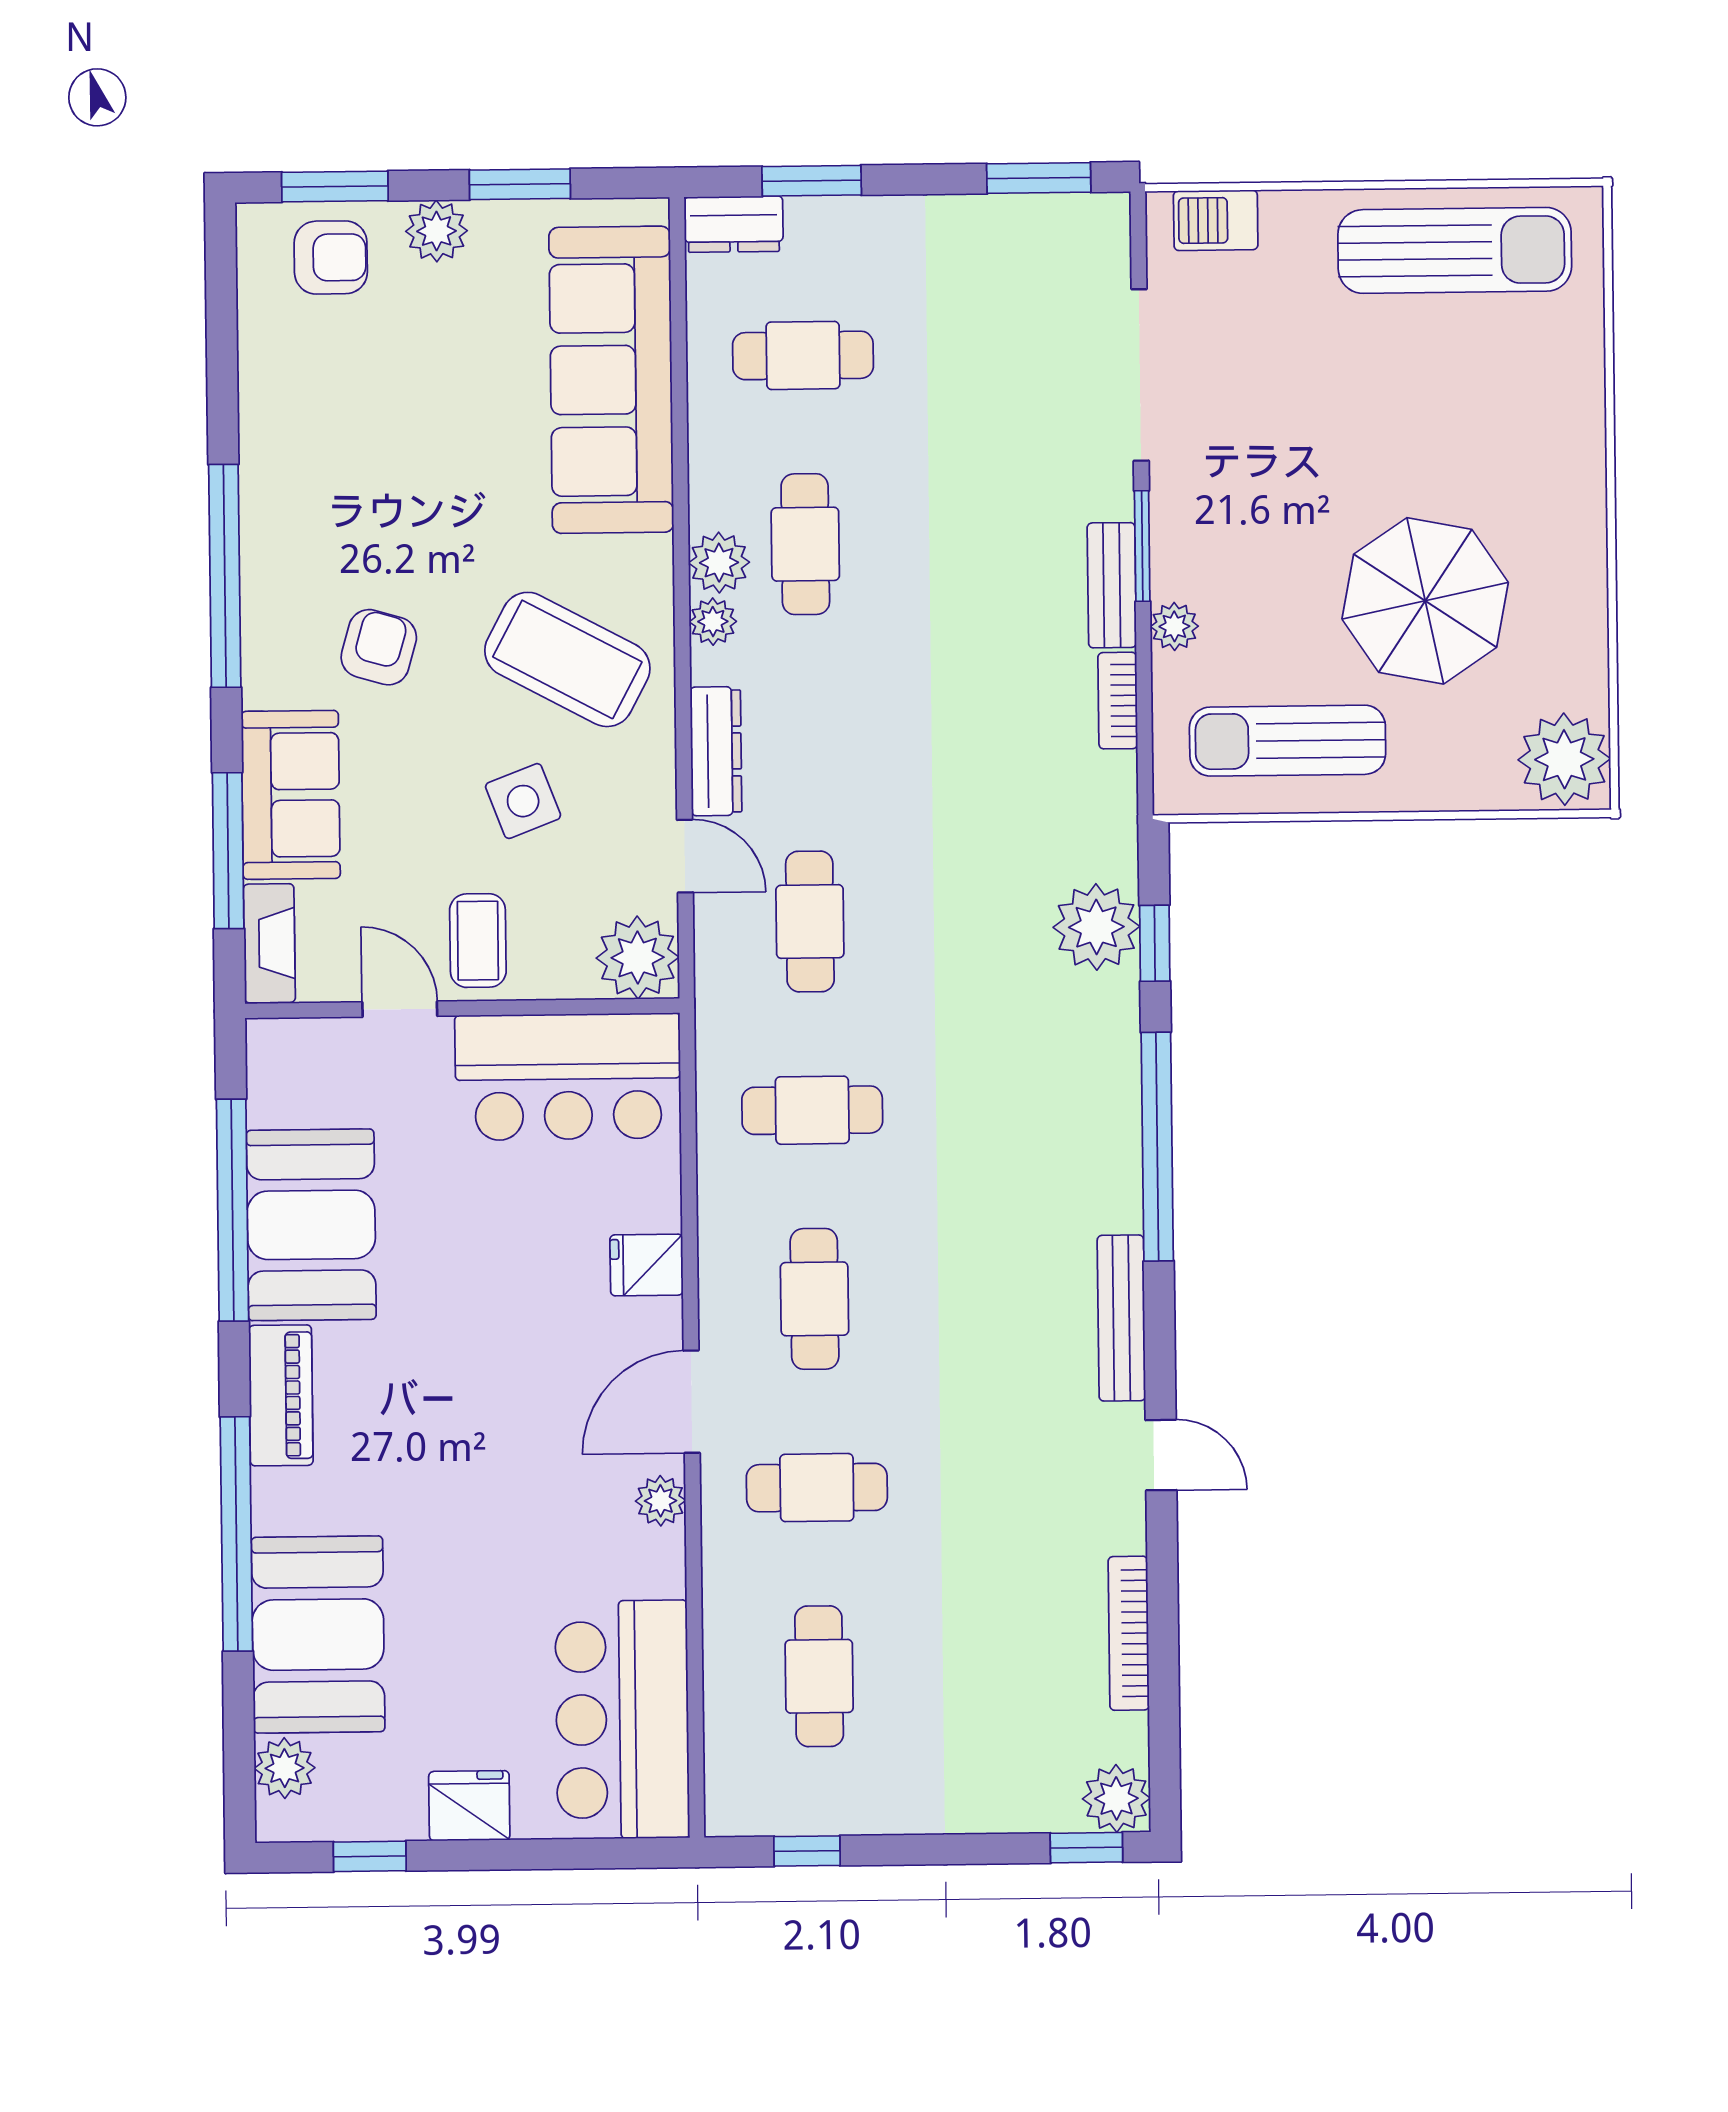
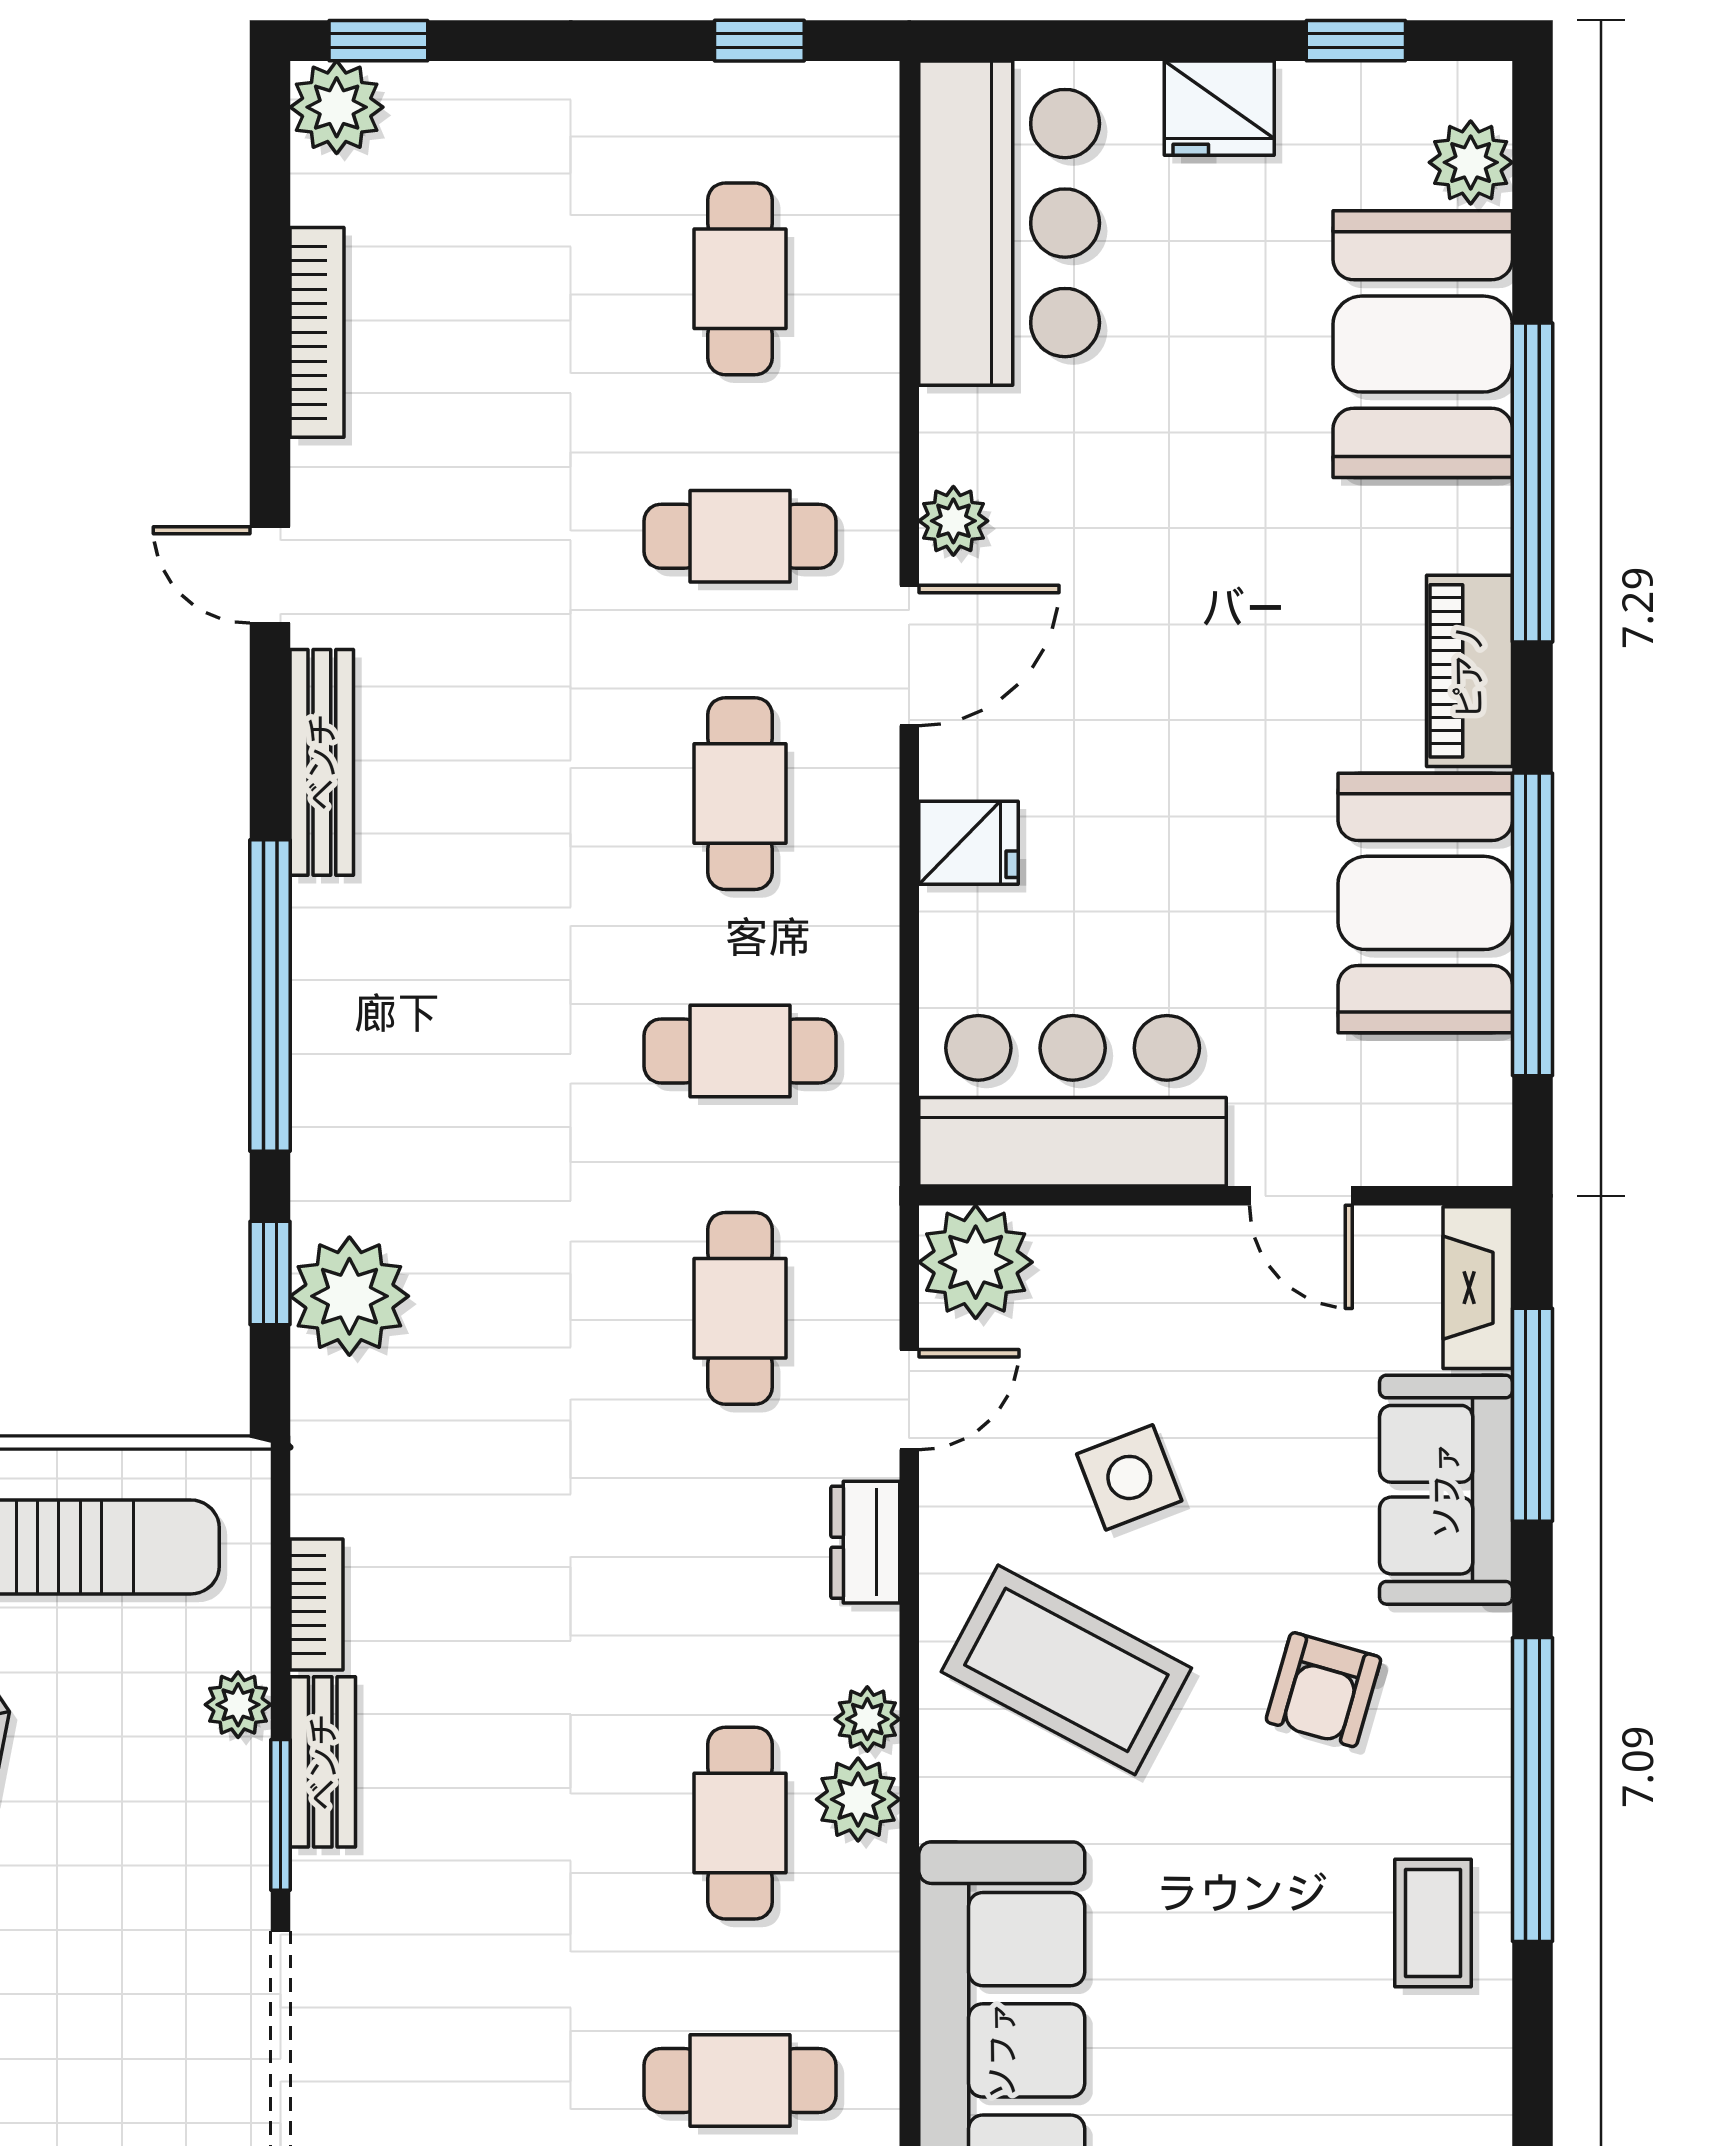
dresser: (716, 751) -> (865, 1542), width x0.70
door: (685, 856) -> (909, 1400), swing flipped
coffee table: (478, 941) -> (1433, 1923), moved

